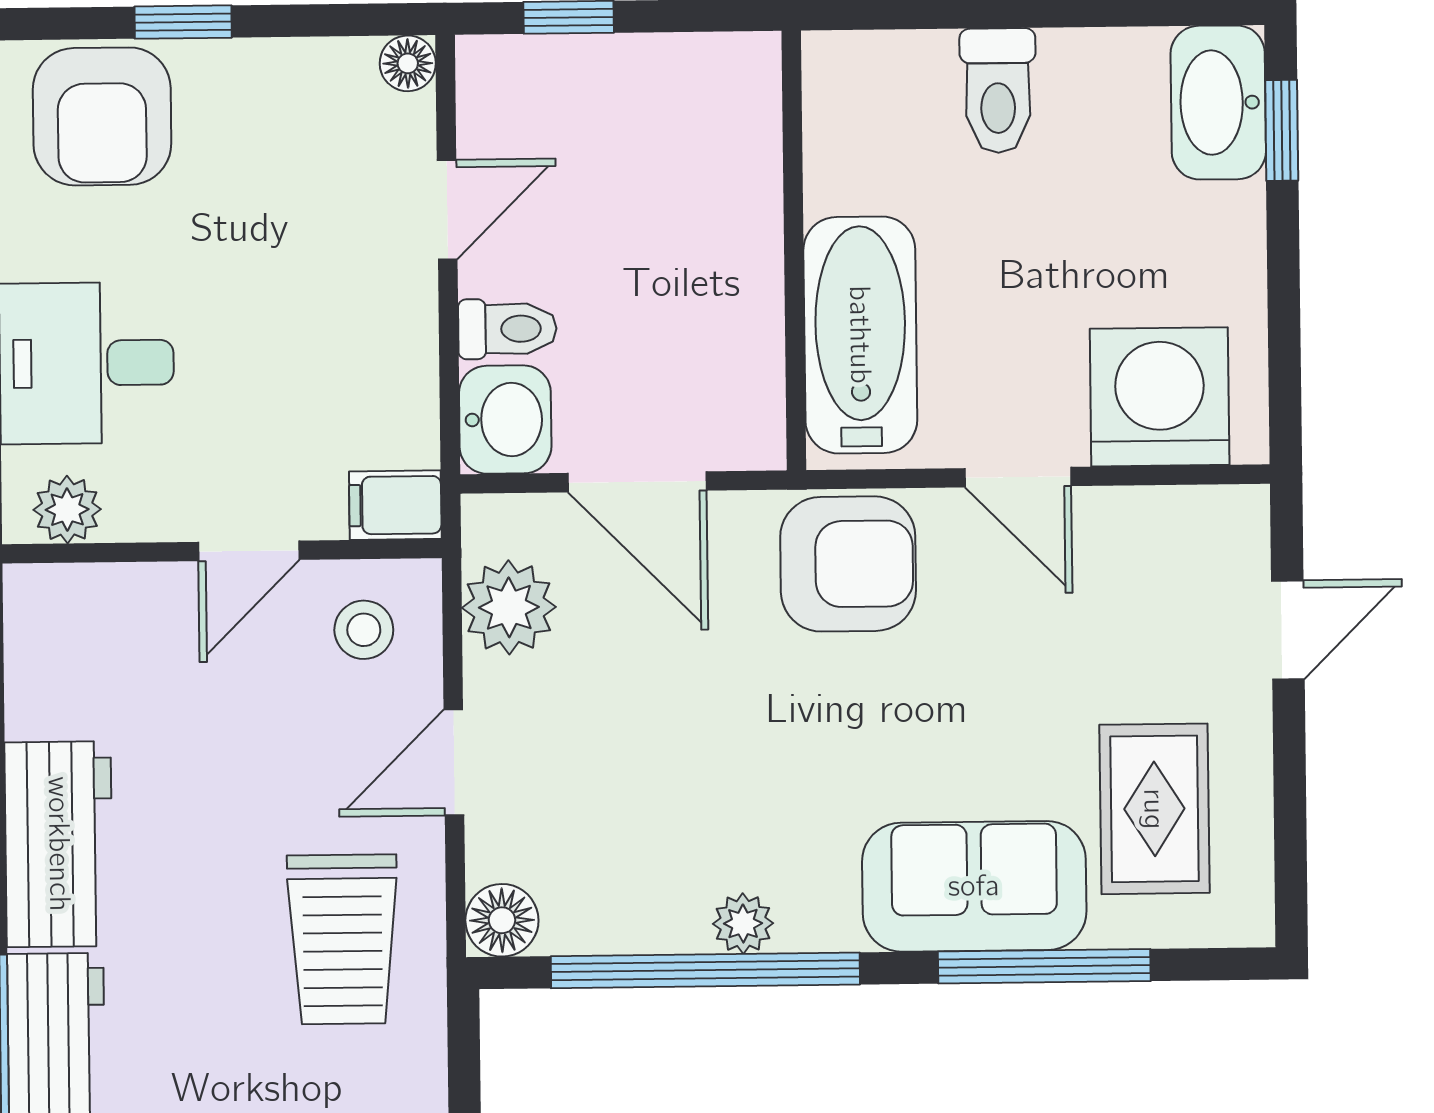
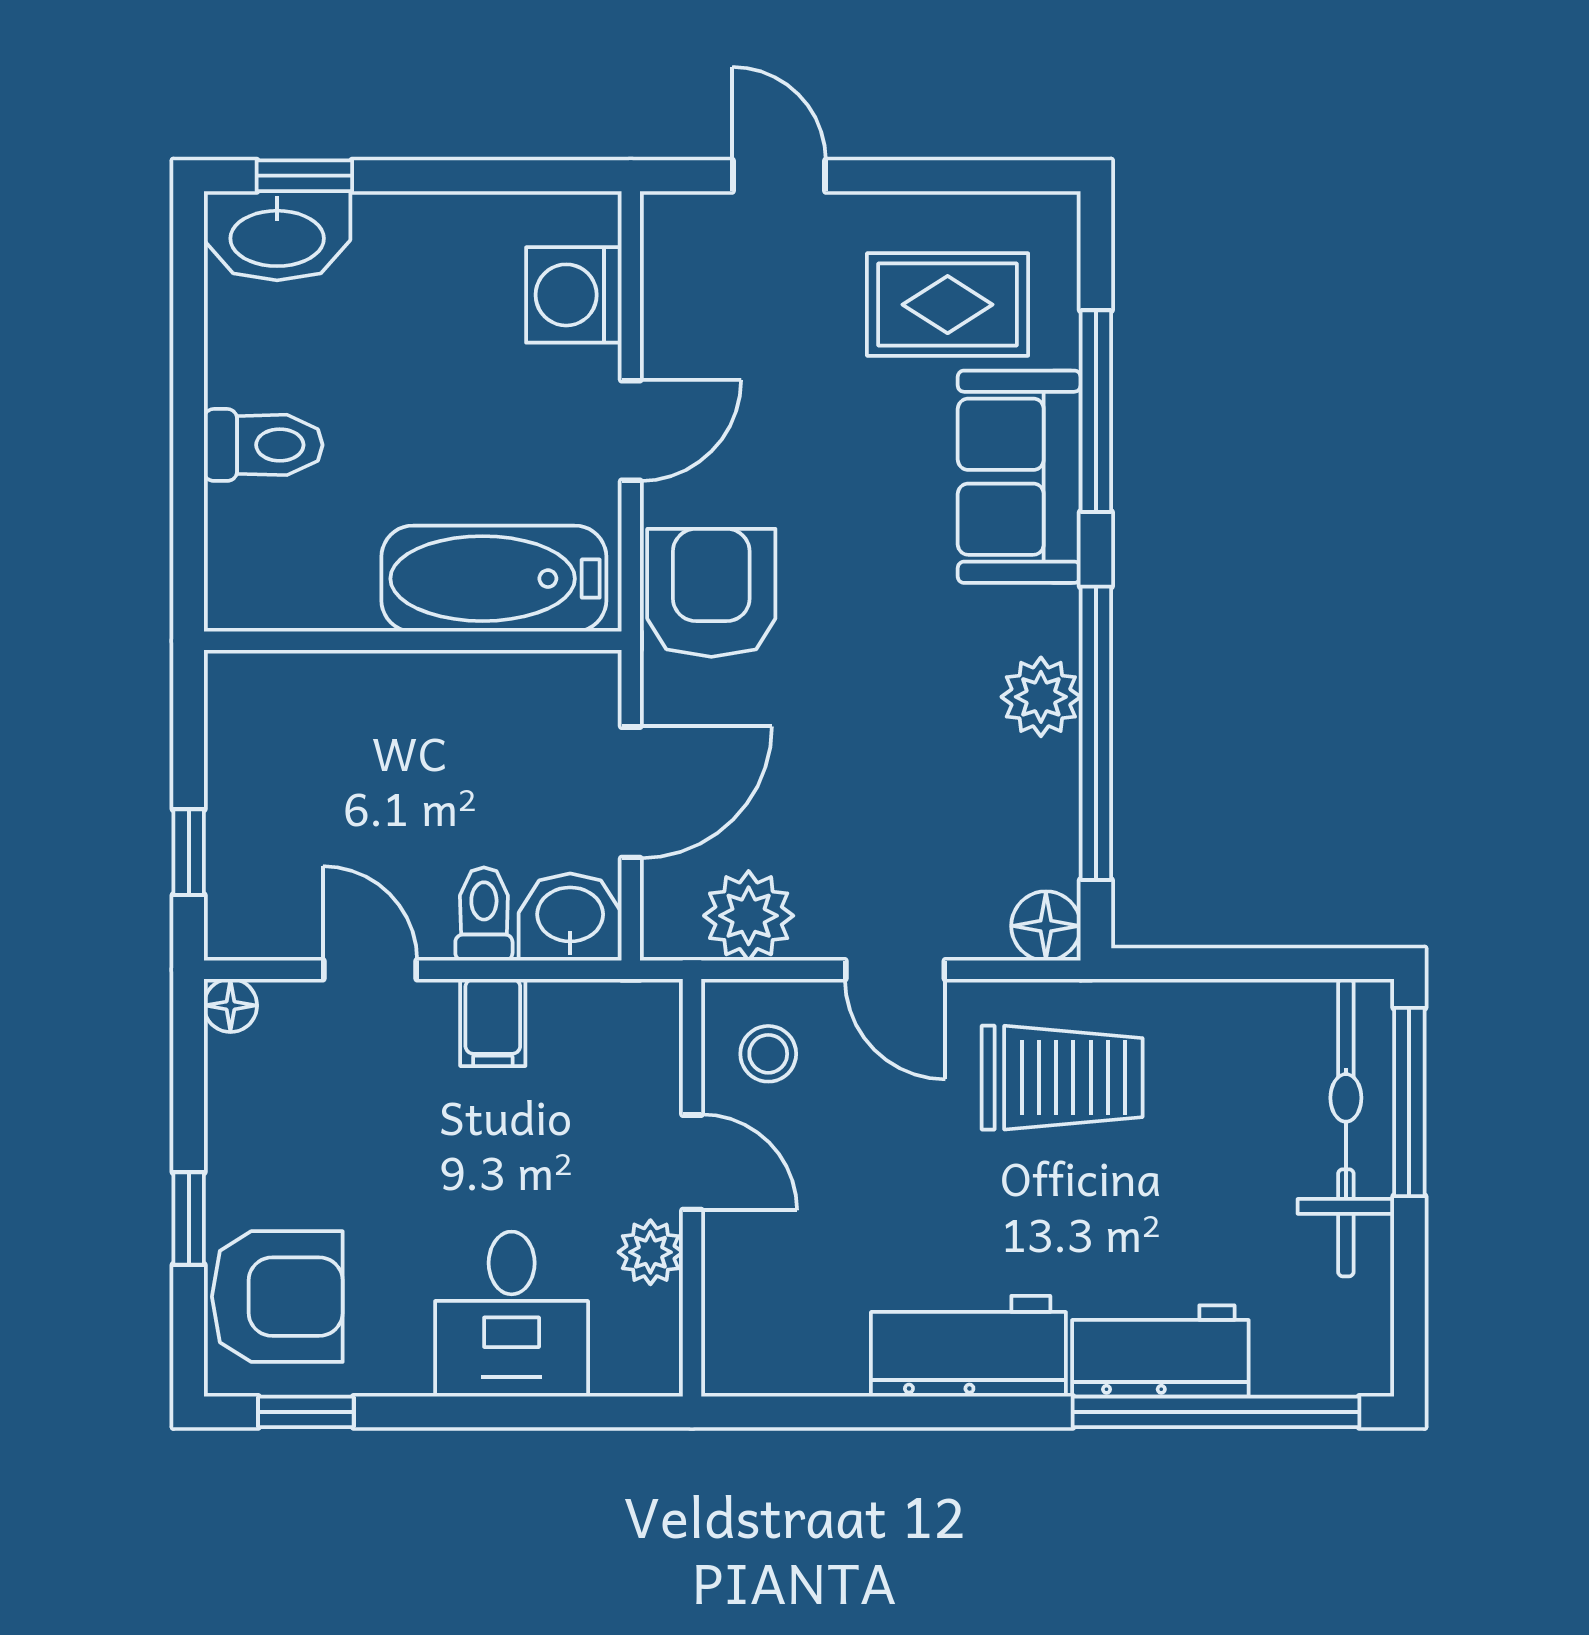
washing machine: (1160, 397) -> (574, 295), width x0.73, depth x0.73
filing cabinet: (395, 505) -> (493, 1022), moved
plant: (67, 510) -> (650, 1252), moved
plant: (743, 923) -> (1041, 697), width x1.38, depth x1.38

